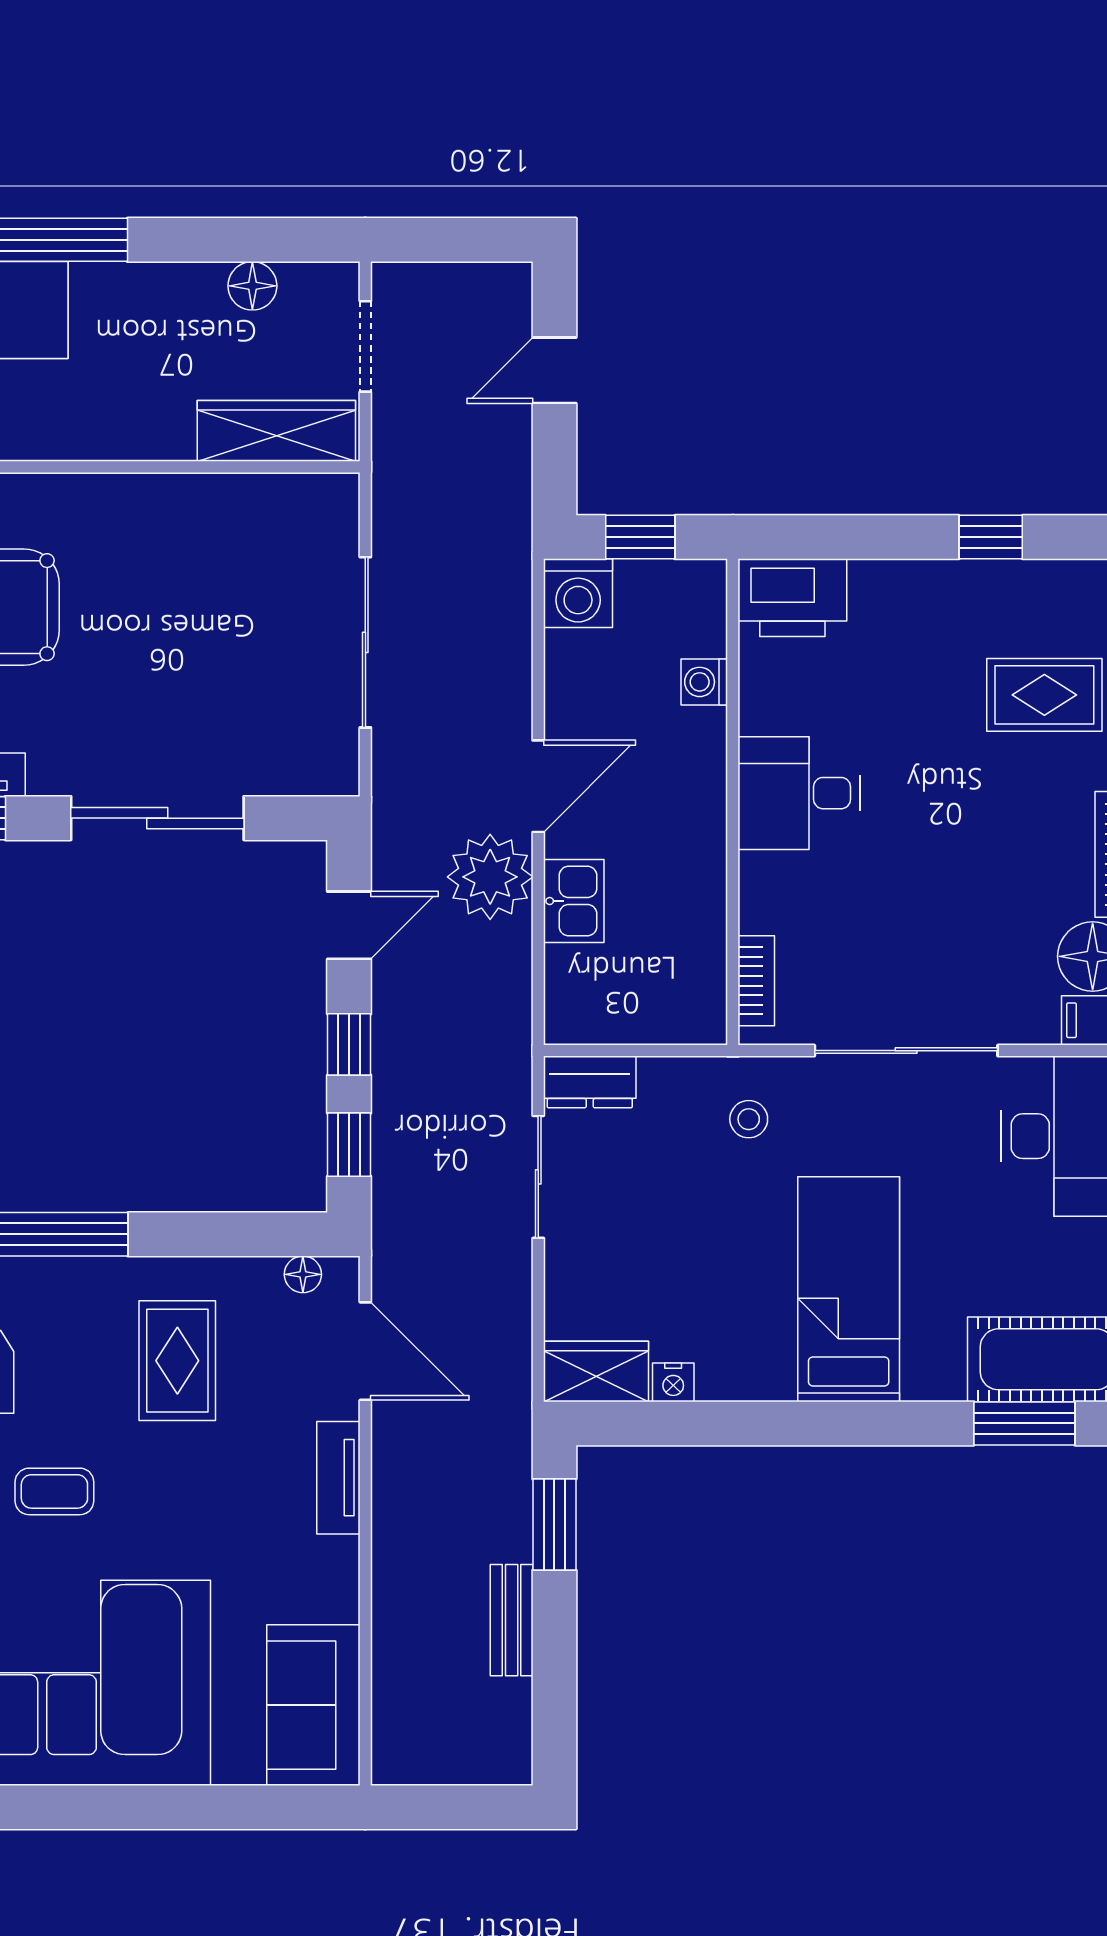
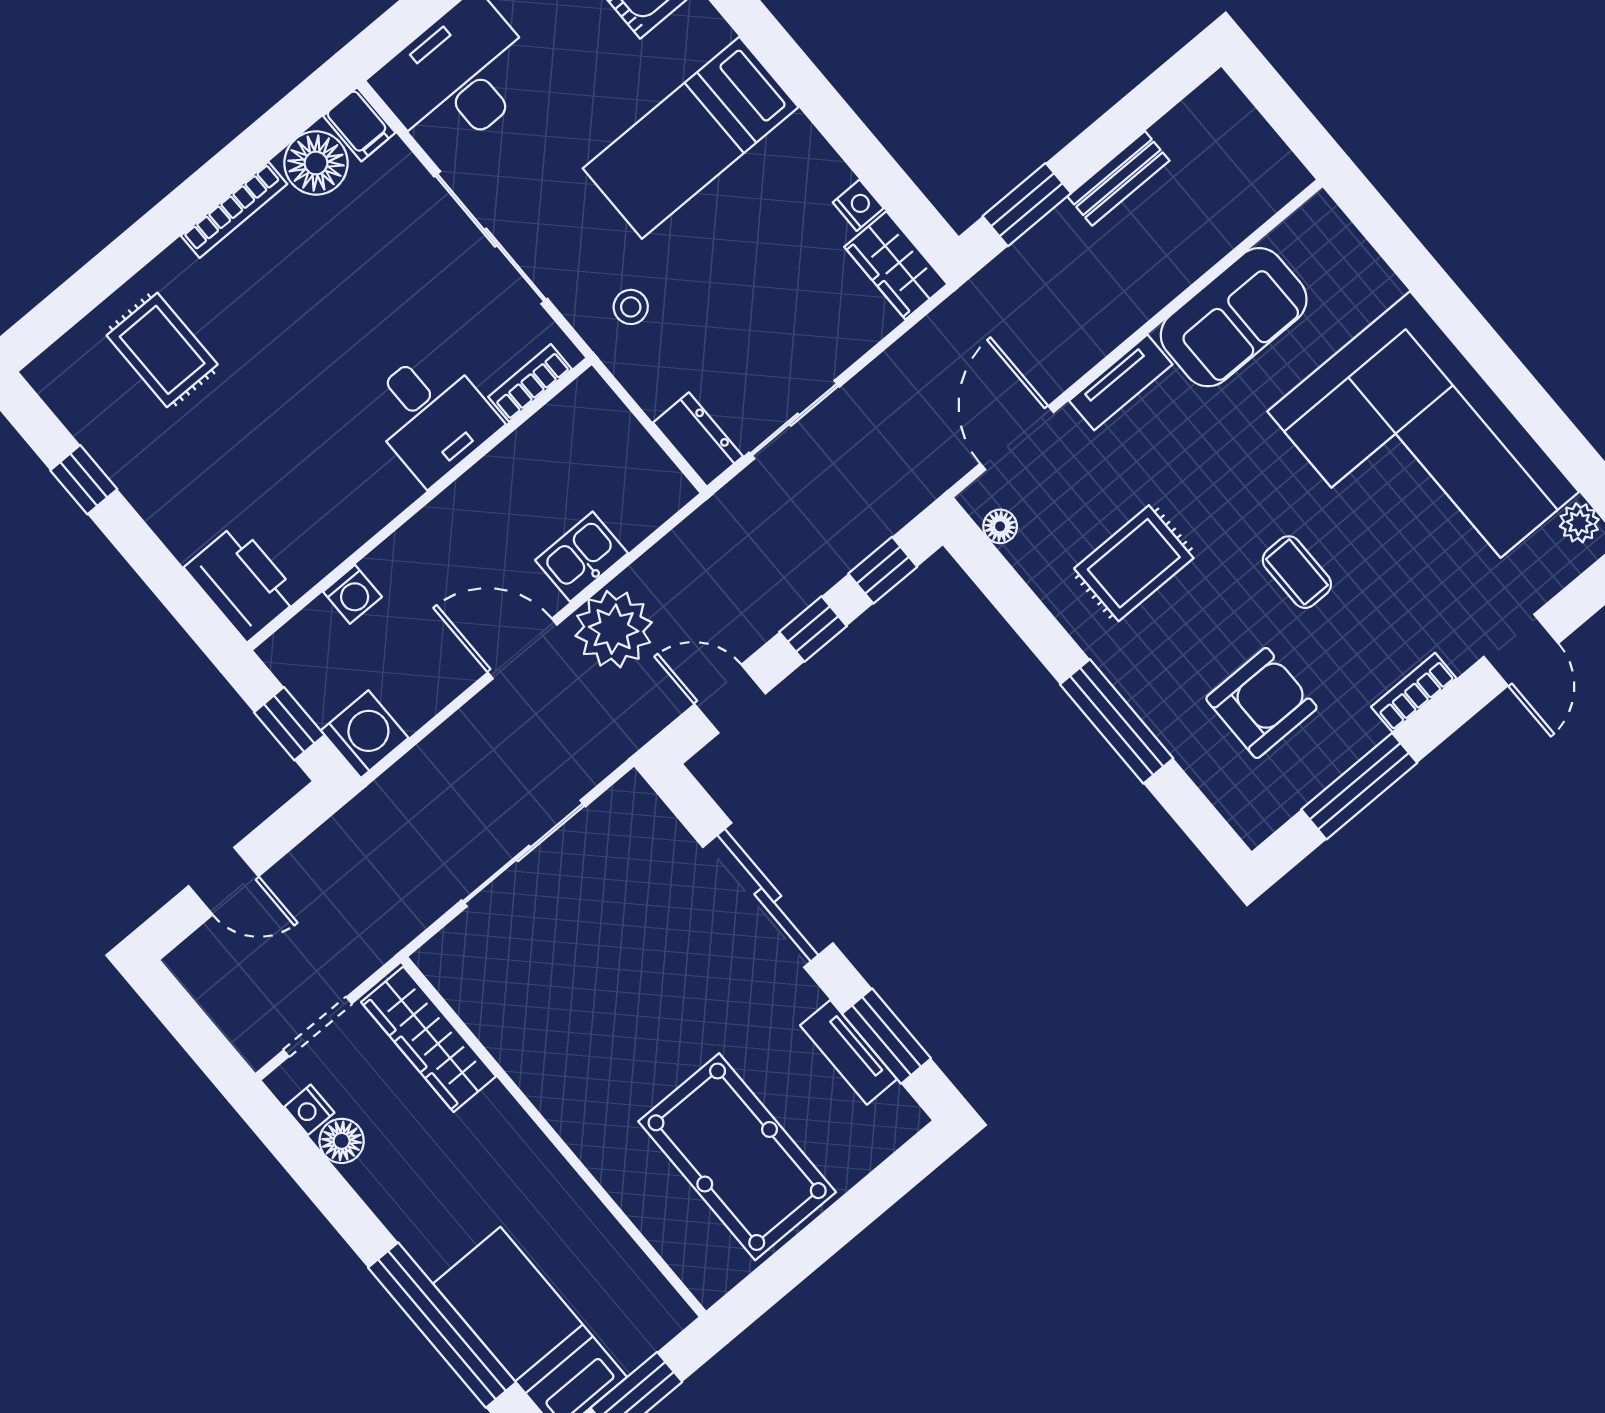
nightstand: (301, 281) -> (309, 1110), added
desk: (799, 793) -> (431, 415), moved
sofa: (313, 1705) -> (1234, 317), moved

